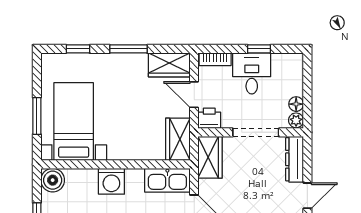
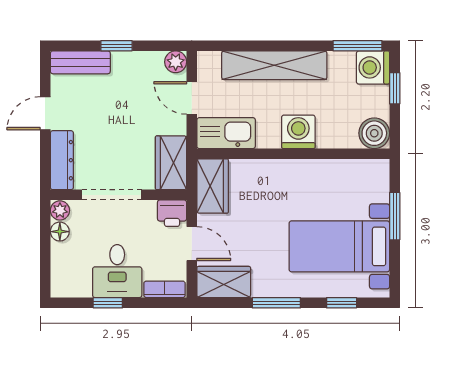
bed with nightstands: (74, 121) -> (339, 246), moved, turned 90

